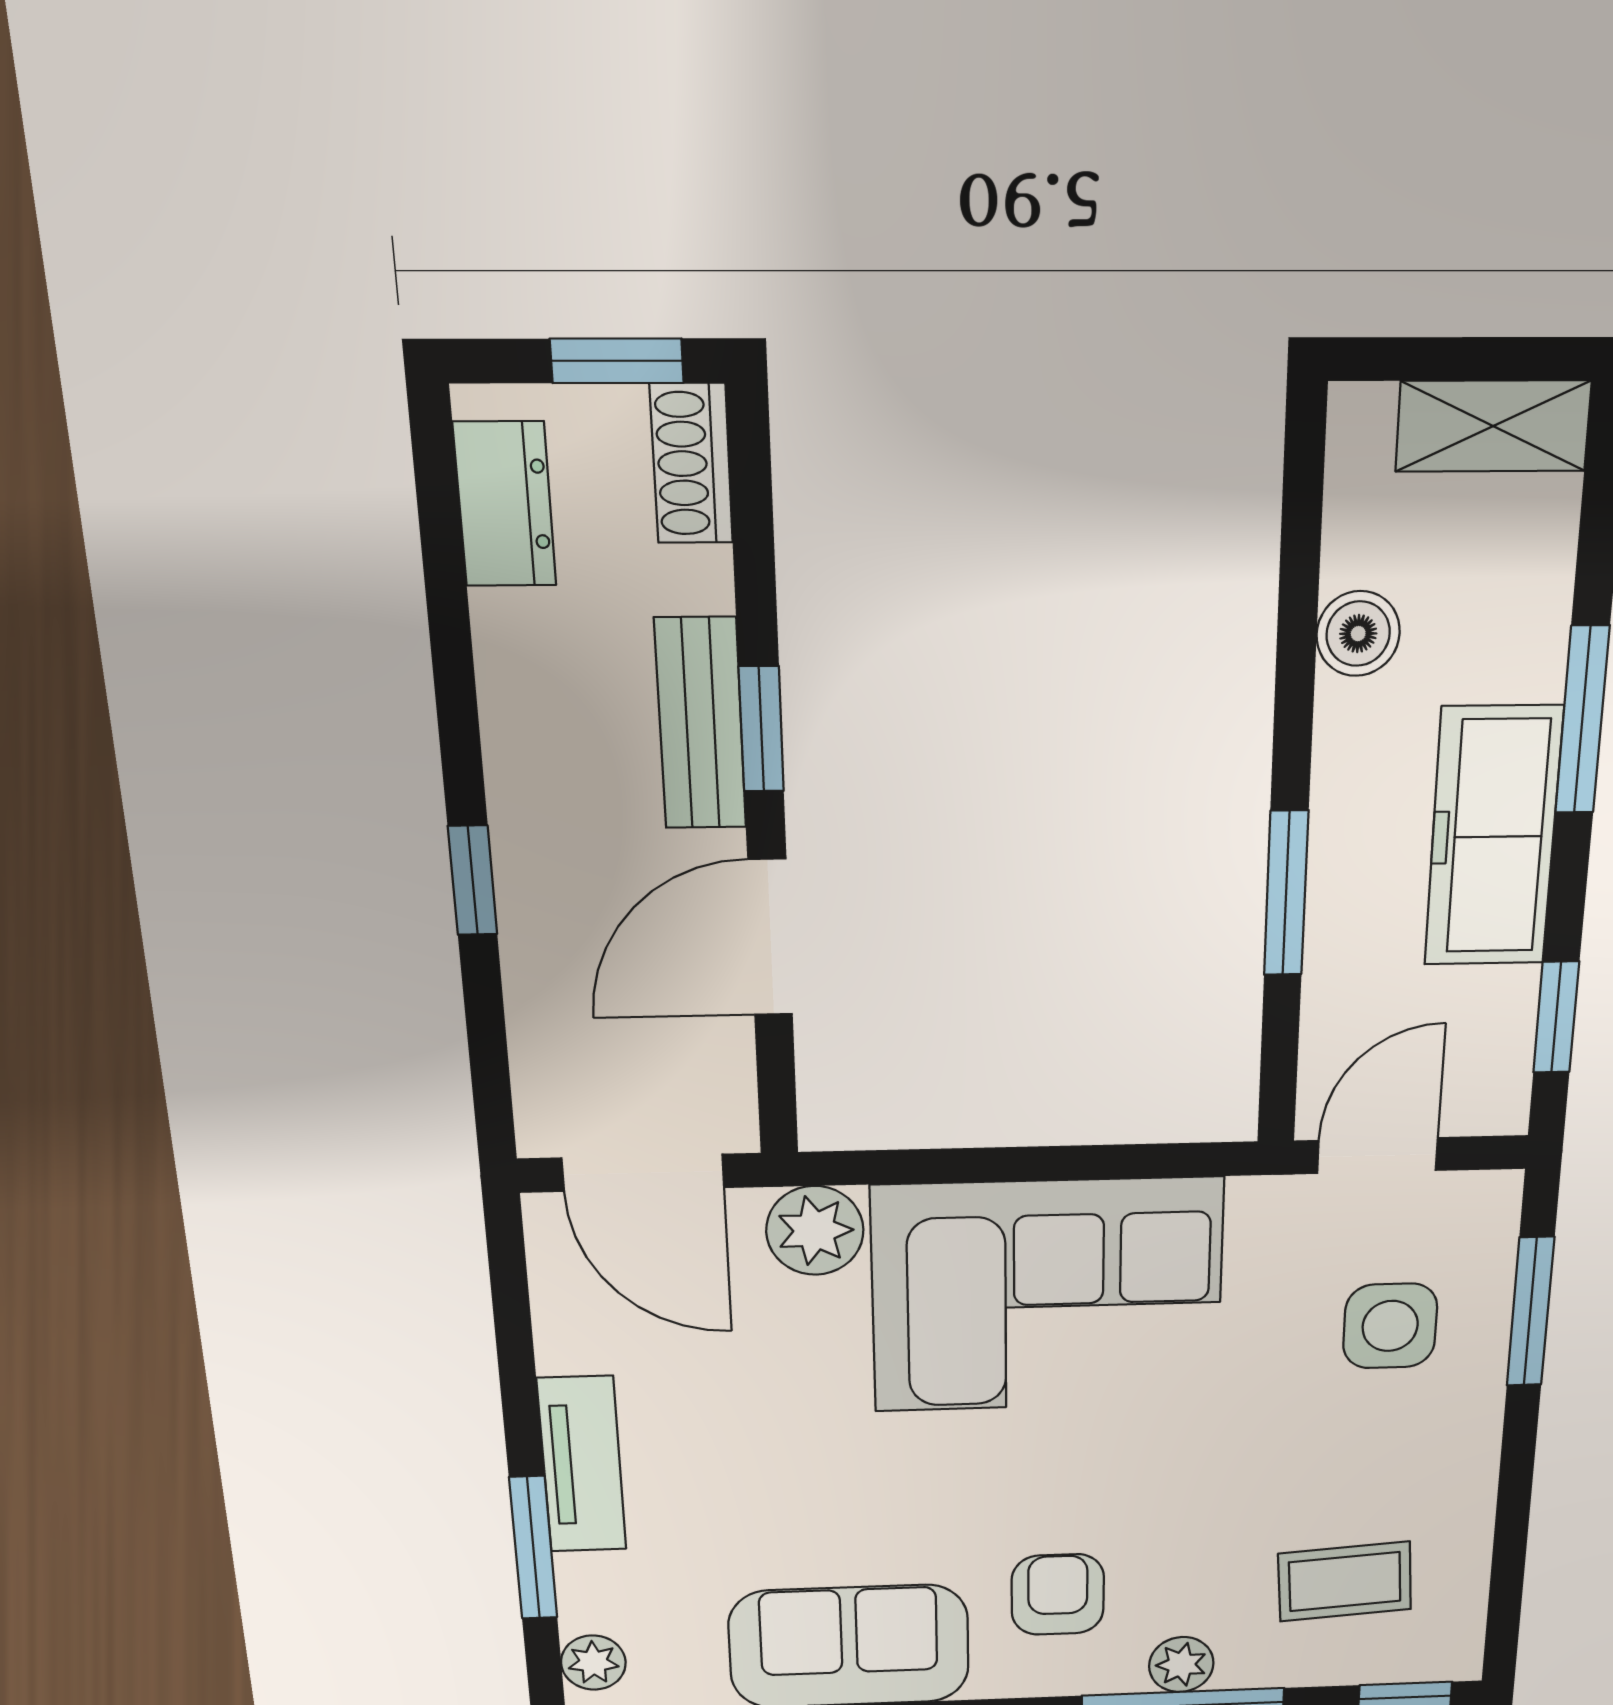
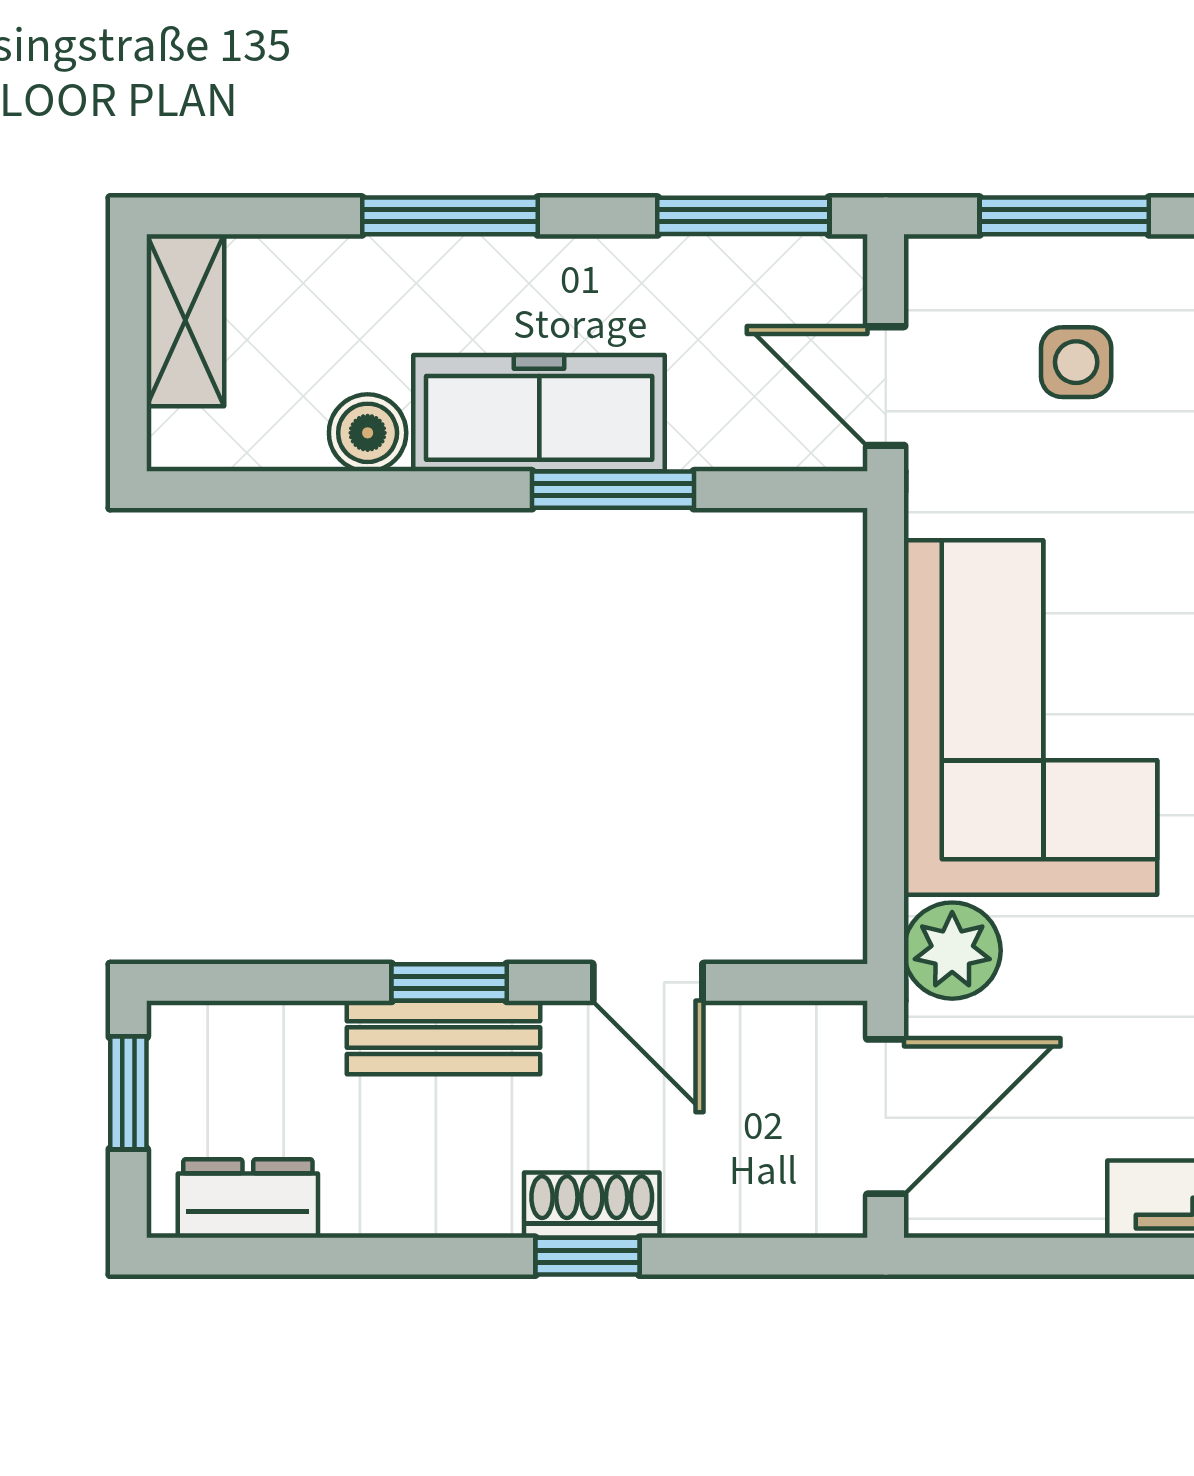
shoe rack: (692, 464) -> (592, 1205), moved, turned 180
freezer: (1493, 837) -> (539, 413), moved, turned 180
door: (770, 938) -> (648, 982), width x0.73
window: (1556, 1017) -> (743, 216), width x1.50
side table: (1390, 1326) -> (1076, 362), width x0.73, depth x0.73

